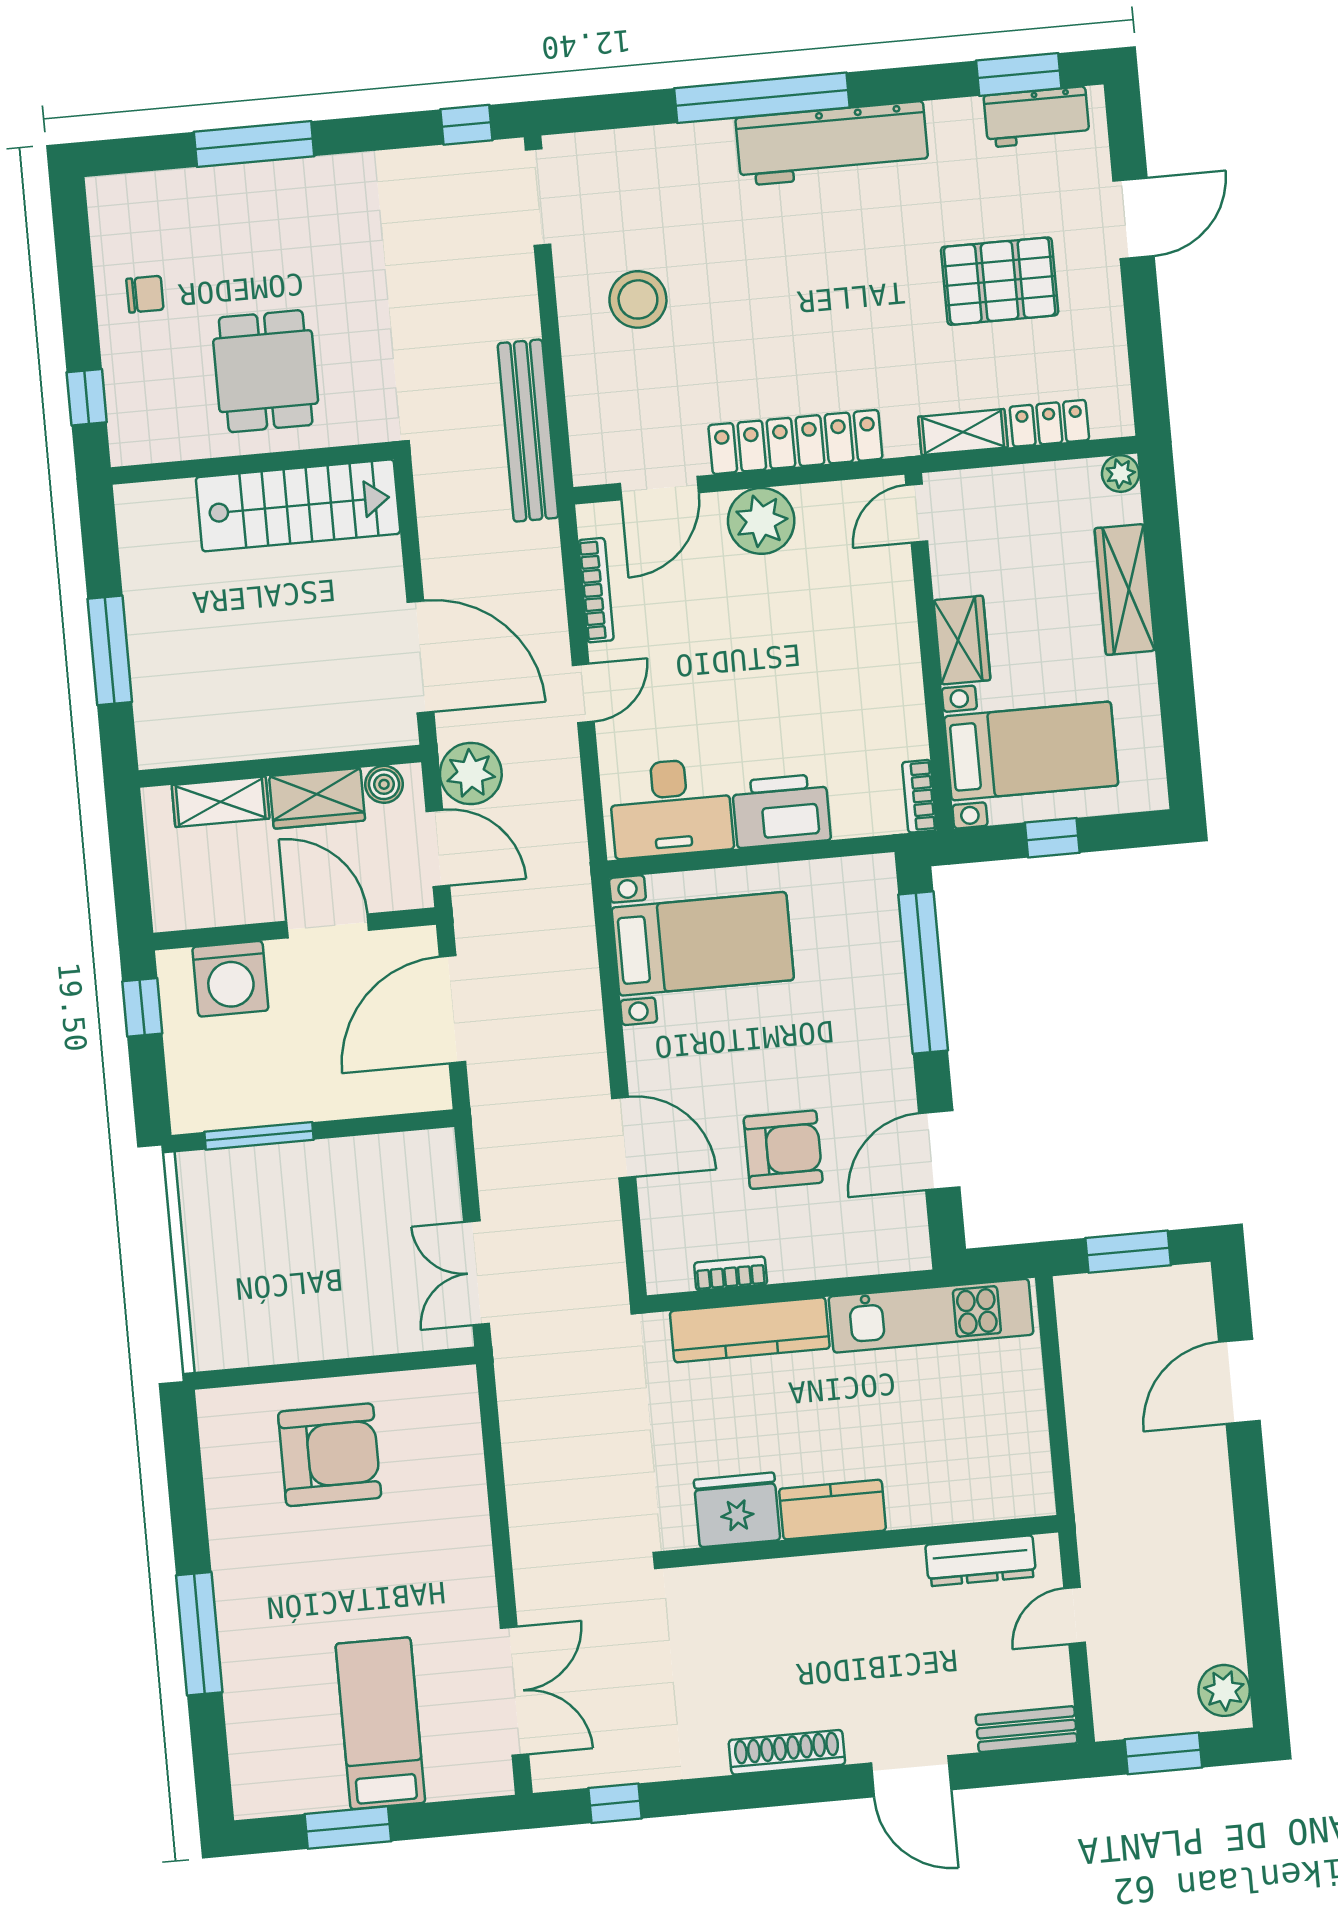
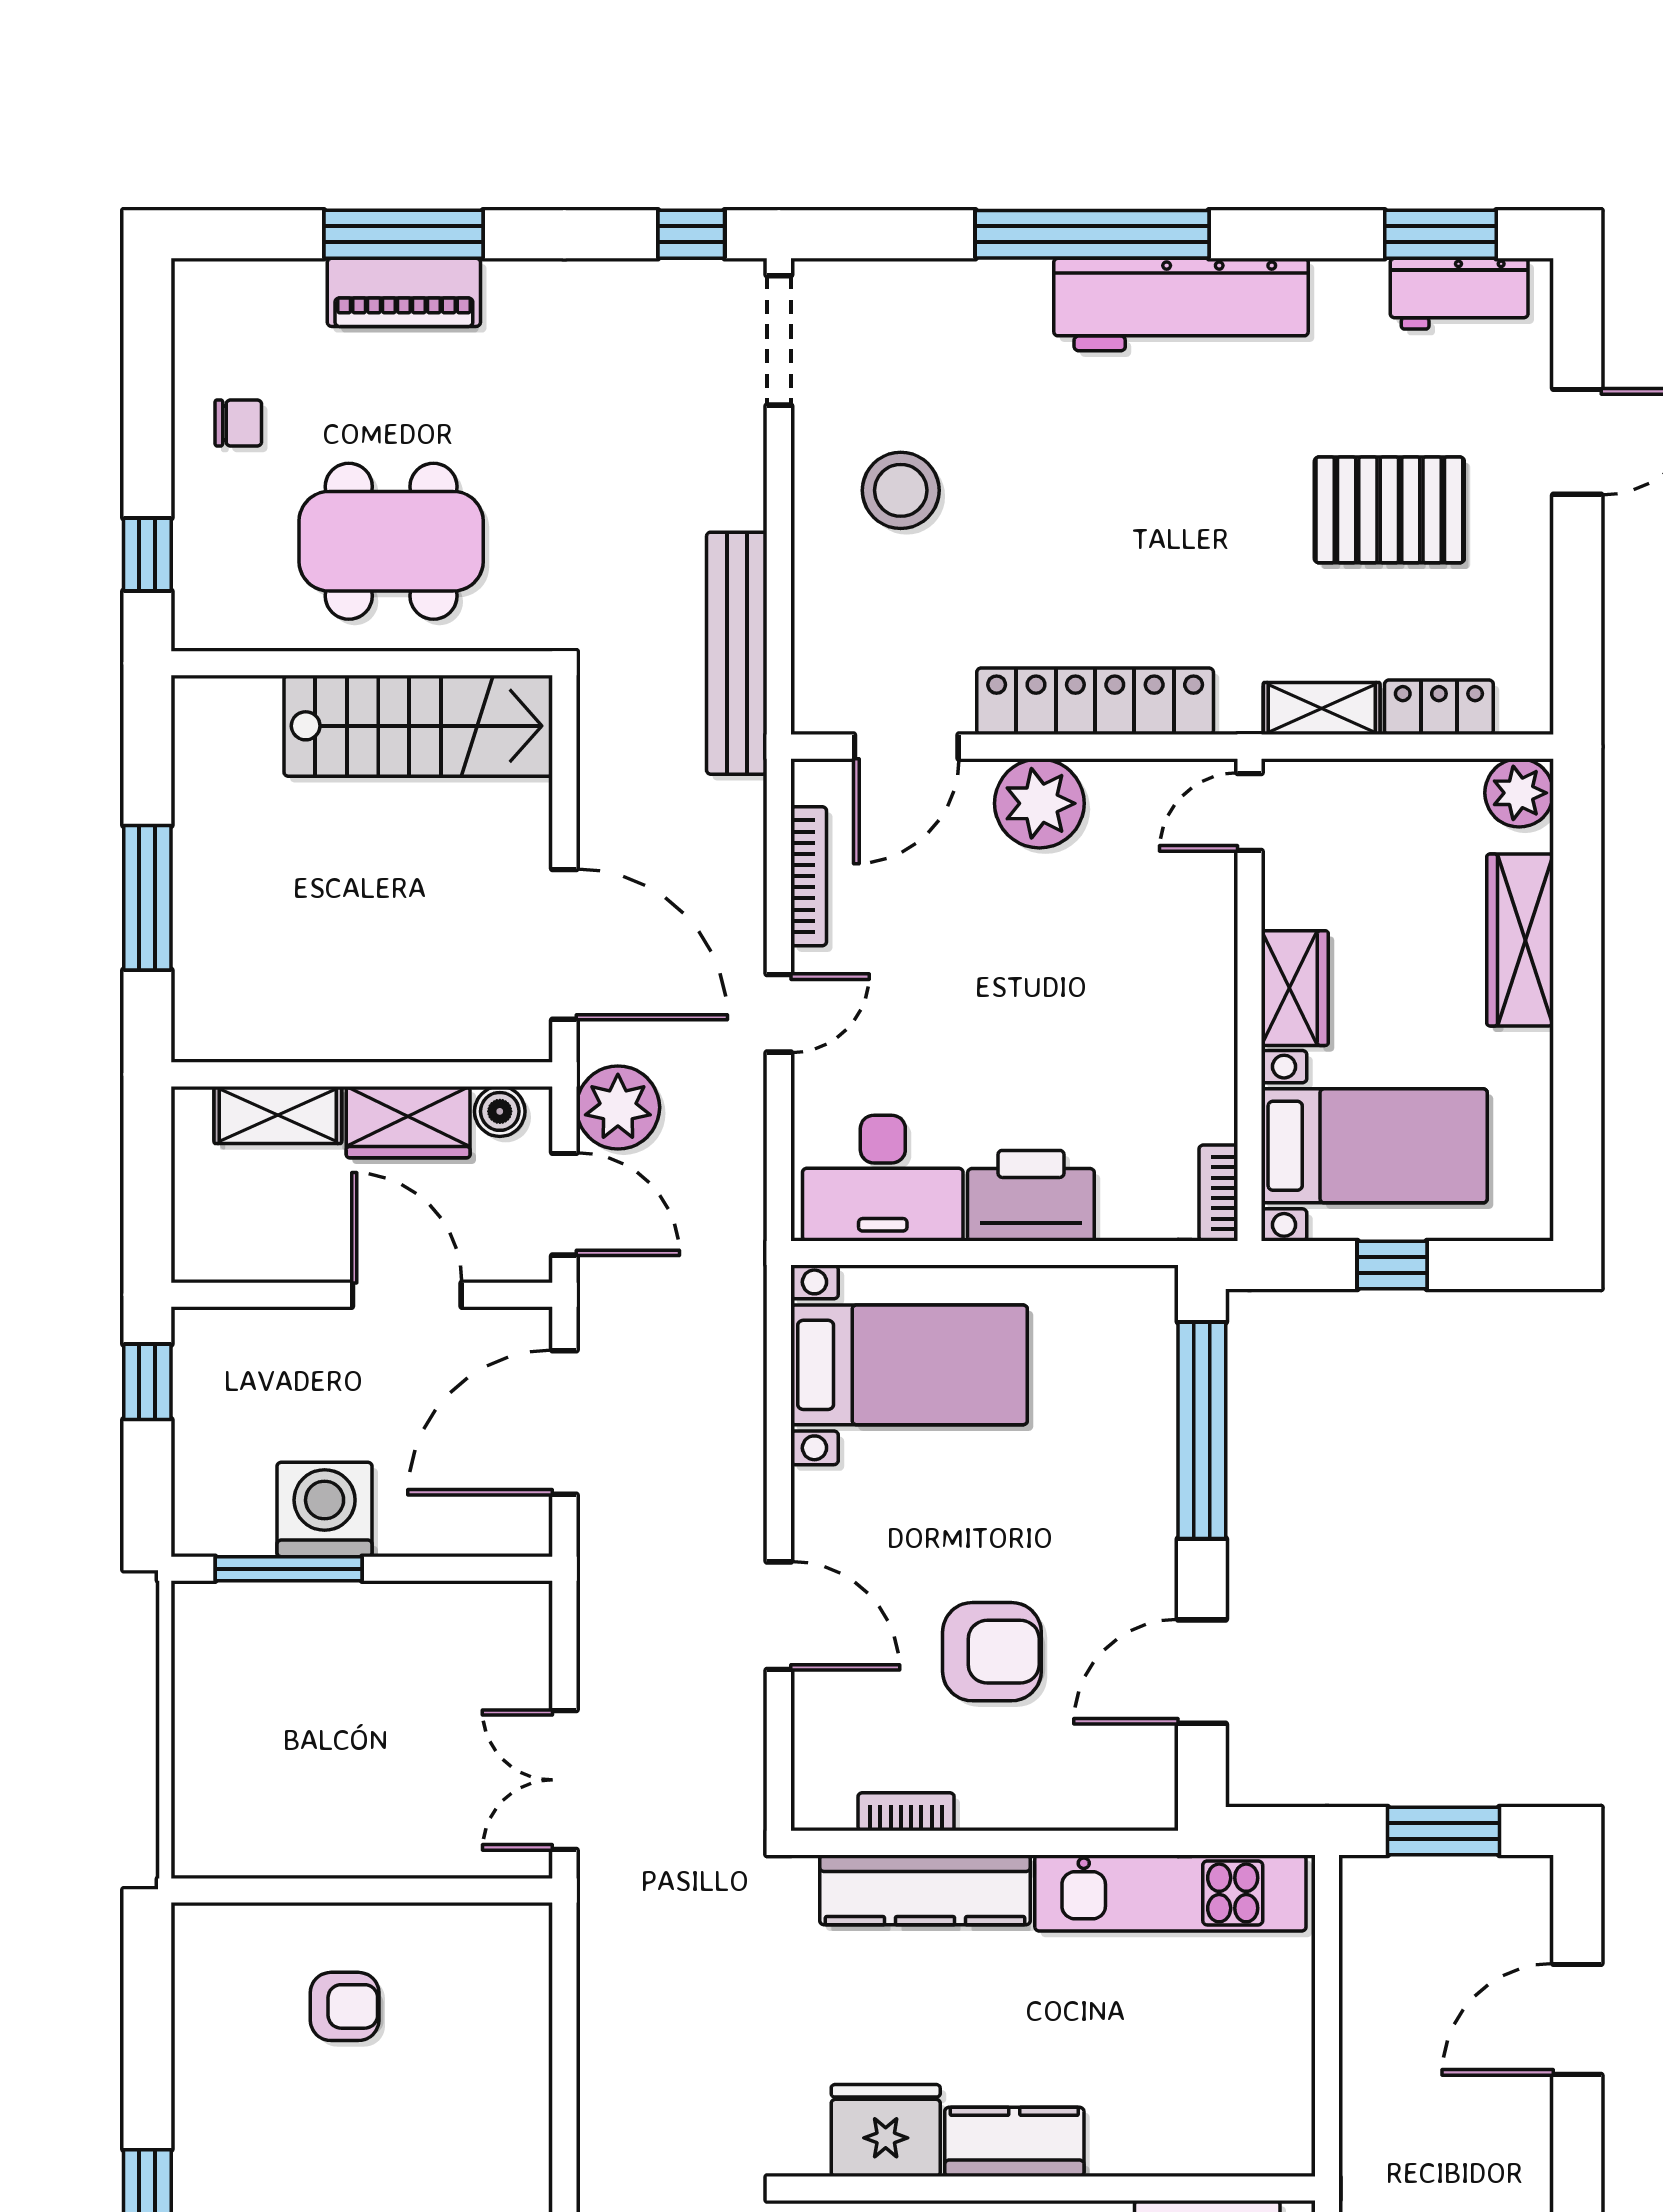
piano: (258, 187) -> (404, 292), added
dining table: (266, 371) -> (391, 541), width x1.38
plant: (1121, 473) -> (1519, 793), width x1.38, depth x1.38
washing machine: (230, 979) -> (325, 1510), moved, turned 180
armchair: (330, 1455) -> (345, 2006), width x0.53, depth x0.53

